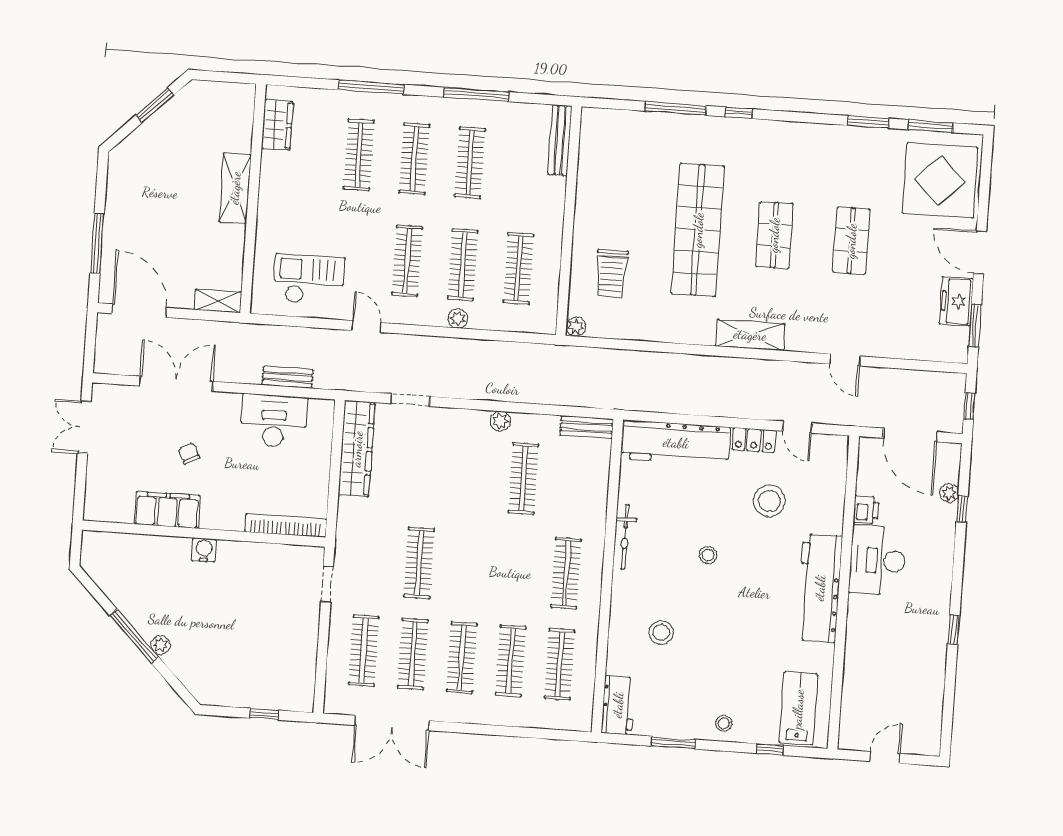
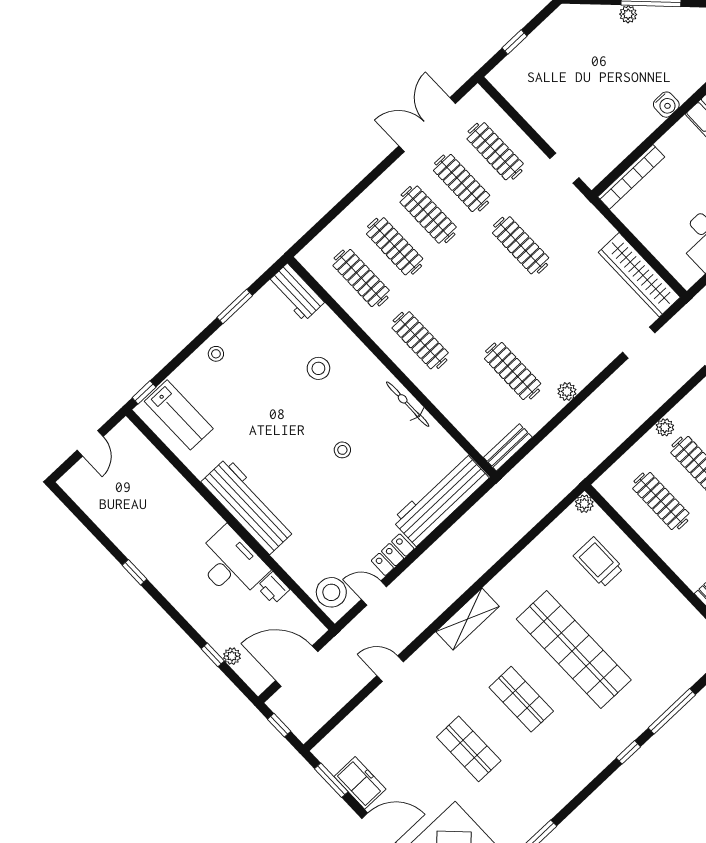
stool: (769, 501) -> (331, 592), moved
window: (770, 749) -> (144, 392), moved

